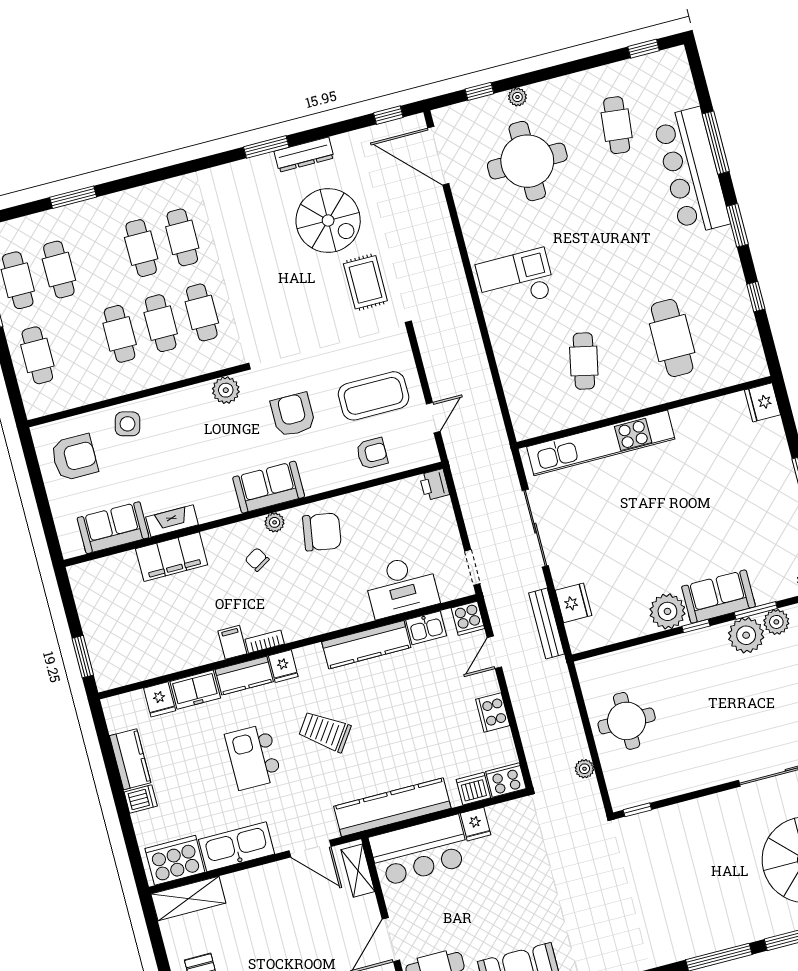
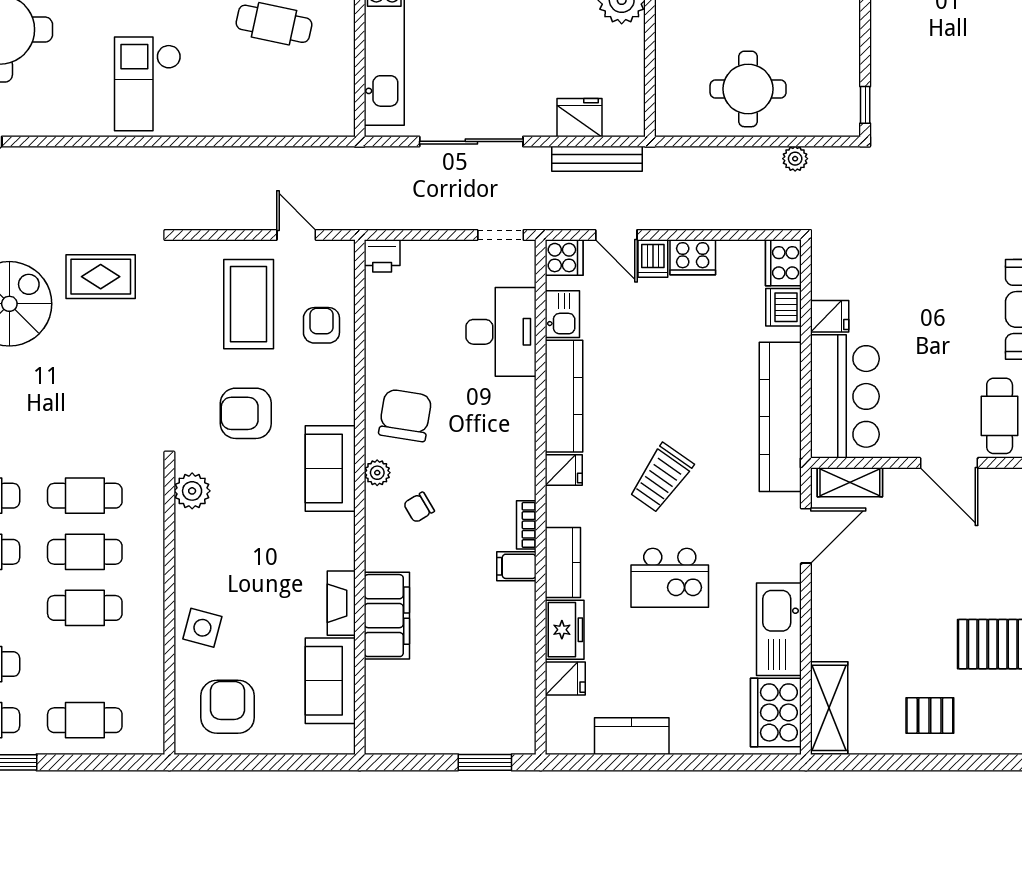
fridge: (283, 666) -> (564, 470), moved
dishwasher: (141, 799) -> (653, 259), moved, turned 180

